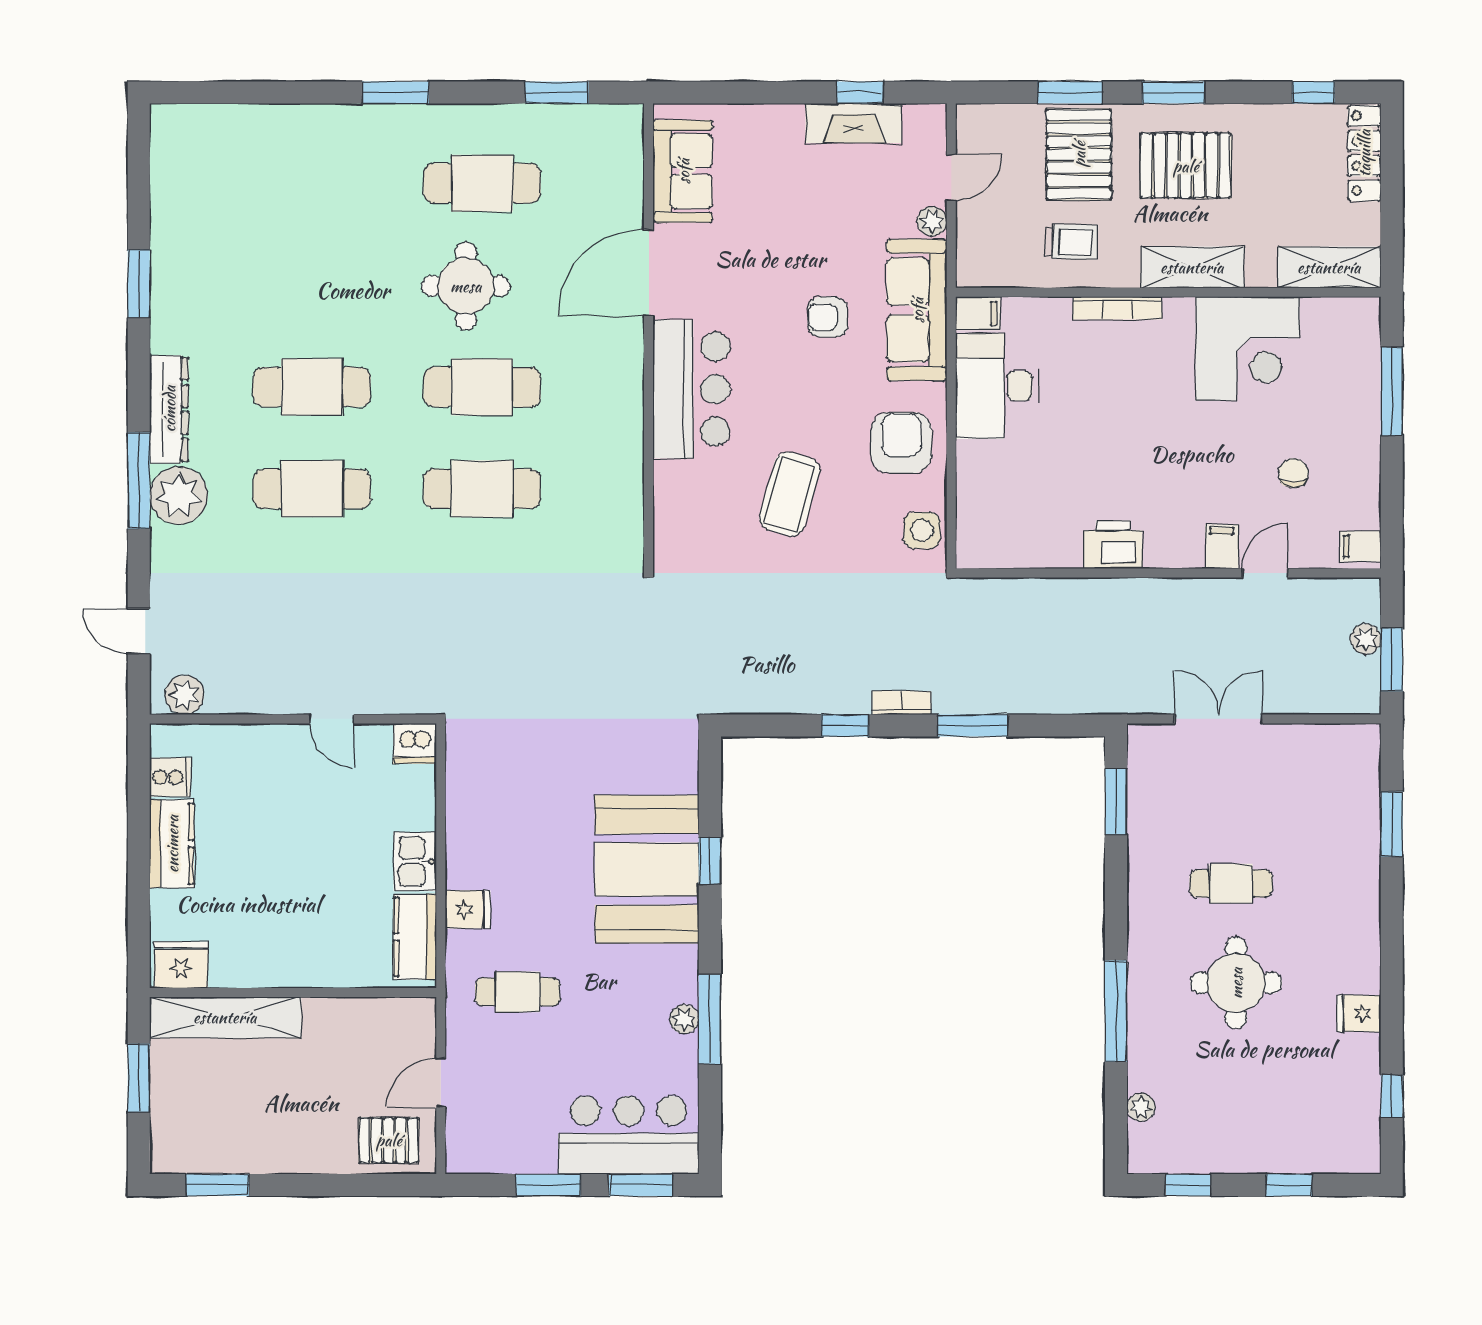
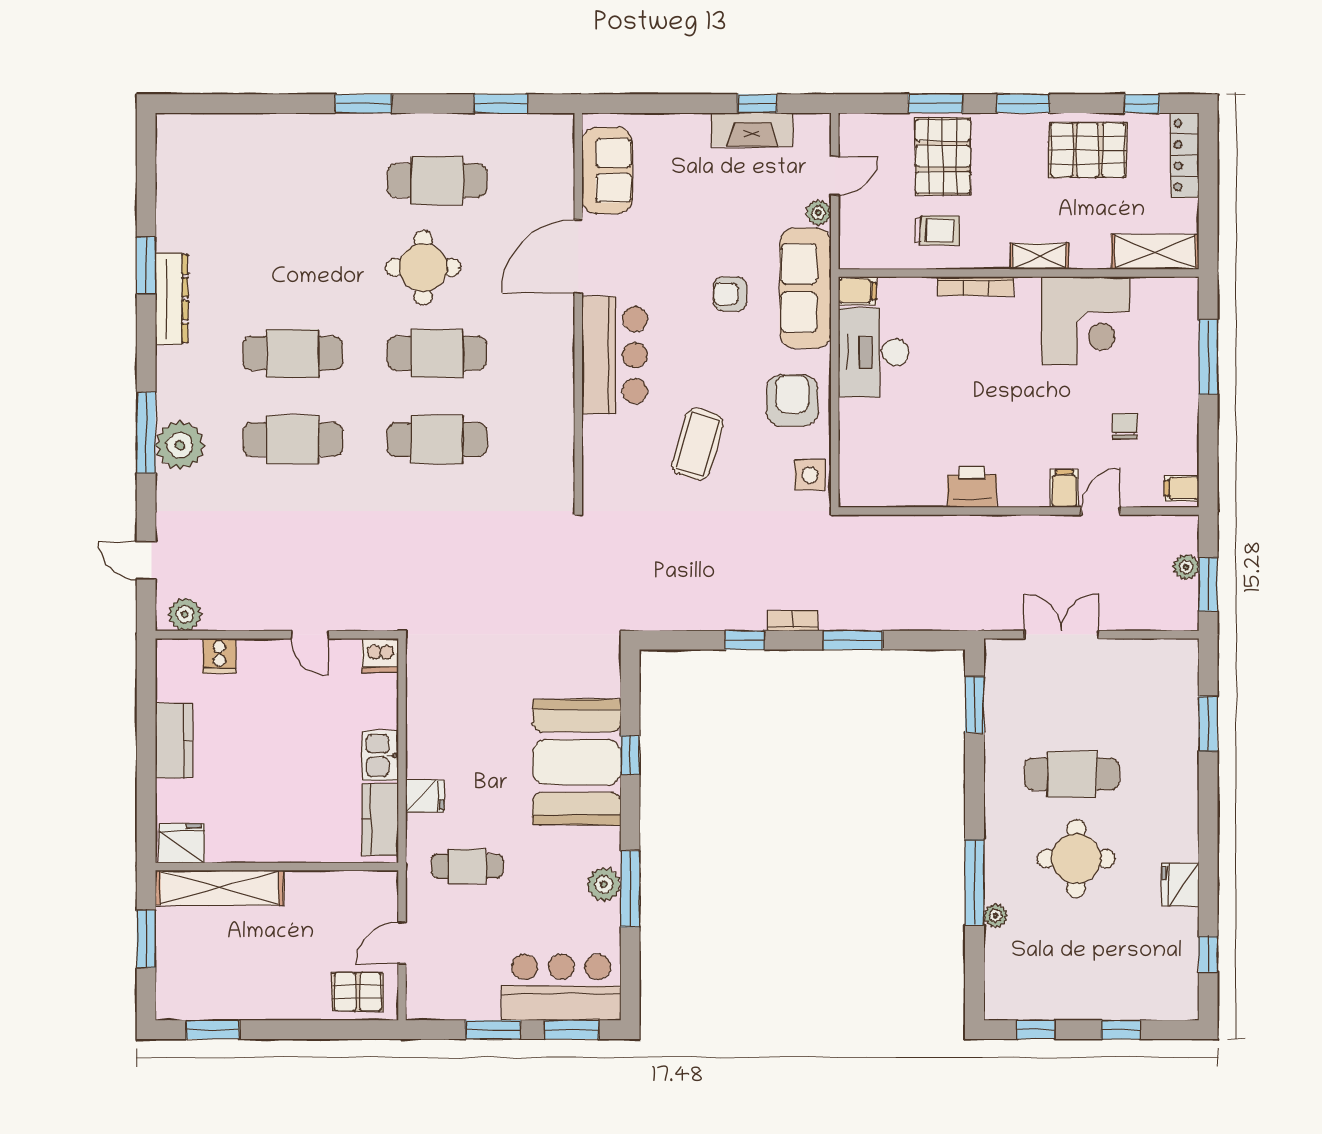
pallet: (1186, 166) -> (1088, 150), moved
shelving: (1192, 267) -> (1039, 256), width x0.67, depth x0.75
dresser: (169, 409) -> (172, 299), moved
cooker: (170, 777) -> (219, 656), moved, turned 90
cafe table: (1231, 884) -> (1072, 774), width x1.37, depth x1.35
fridge: (1359, 1014) -> (1180, 884), width x1.38
plant: (684, 1019) -> (604, 885), width x1.38, depth x1.38
plant: (1141, 1107) -> (996, 916), moved

